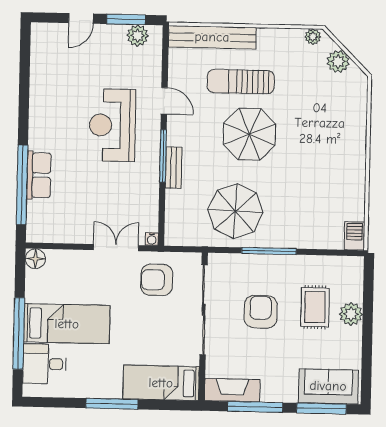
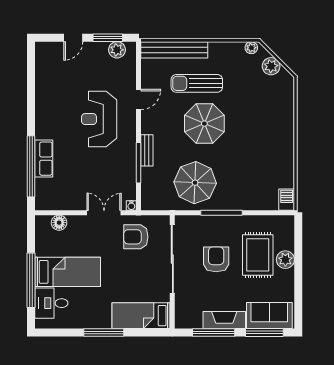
door: (164, 101) -> (139, 99), hinge flipped
window: (163, 156) -> (139, 163), moved
floor lamp: (35, 259) -> (59, 223), moved
rug: (315, 307) -> (258, 255), width x1.36, depth x1.43
fireplace: (232, 390) -> (224, 320), moved

